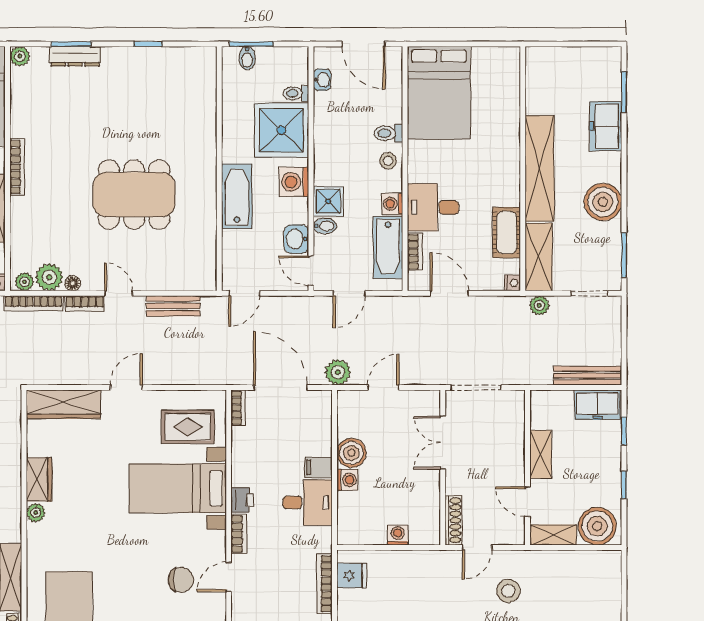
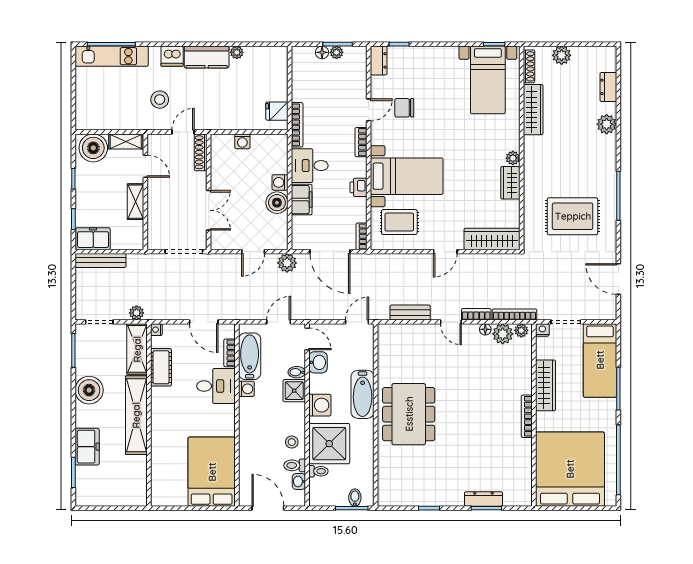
plant: (20, 56) -> (525, 499), removed
toilet: (388, 133) -> (295, 465), moved, turned 180
stool: (388, 161) -> (292, 442), moved
dining table: (134, 195) -> (409, 414), moved, turned 90
filing cabinet: (318, 467) -> (302, 200), width x2.00
printer: (242, 500) -> (359, 187), moved
bookcase: (325, 584) -> (297, 125), moved

